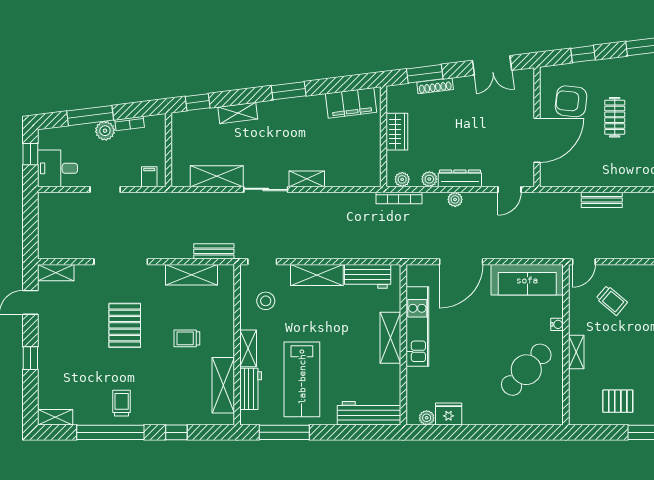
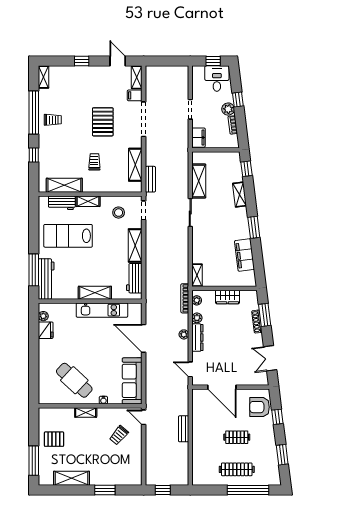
armchair: (571, 101) -> (260, 407), moved, turned -96
filing cabinet: (351, 103) -> (244, 255), moved
window: (90, 116) -> (238, 100), width x0.46
desk: (57, 168) -> (217, 78), moved
filing cabinet: (149, 177) -> (199, 138), width x2.00
shelving: (307, 179) -> (197, 275), moved
filing cabinet: (84, 276) -> (135, 95), added
pallet: (125, 325) -> (103, 122), turned 90
pallet: (618, 401) -> (54, 439), turned 90
window: (284, 432) -> (34, 270), moved

